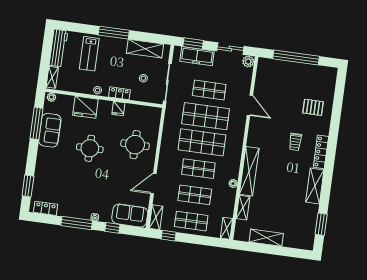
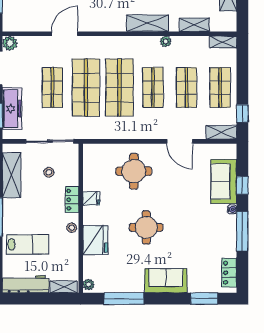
sofa: (50, 130) -> (166, 281), moved
shelving: (249, 171) -> (148, 23), width x0.68
sofa: (130, 216) -> (224, 182), moved

